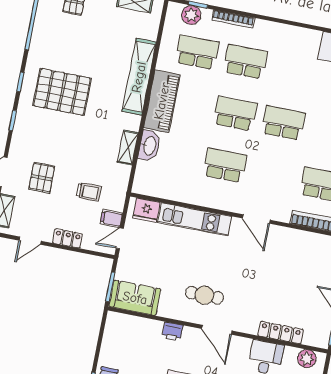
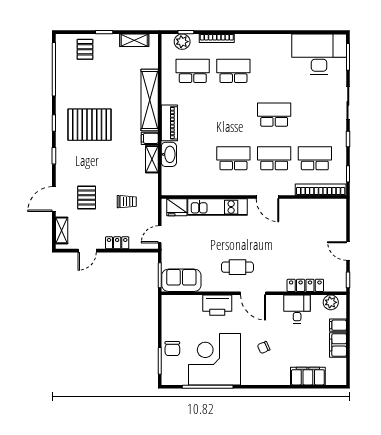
piano: (162, 101) -> (169, 123), width x0.73, depth x0.75
school desk: (235, 113) -> (274, 158), moved
filing cabinet: (111, 219) -> (150, 138), moved
printer: (172, 332) -> (217, 305), width x1.87, depth x1.48

